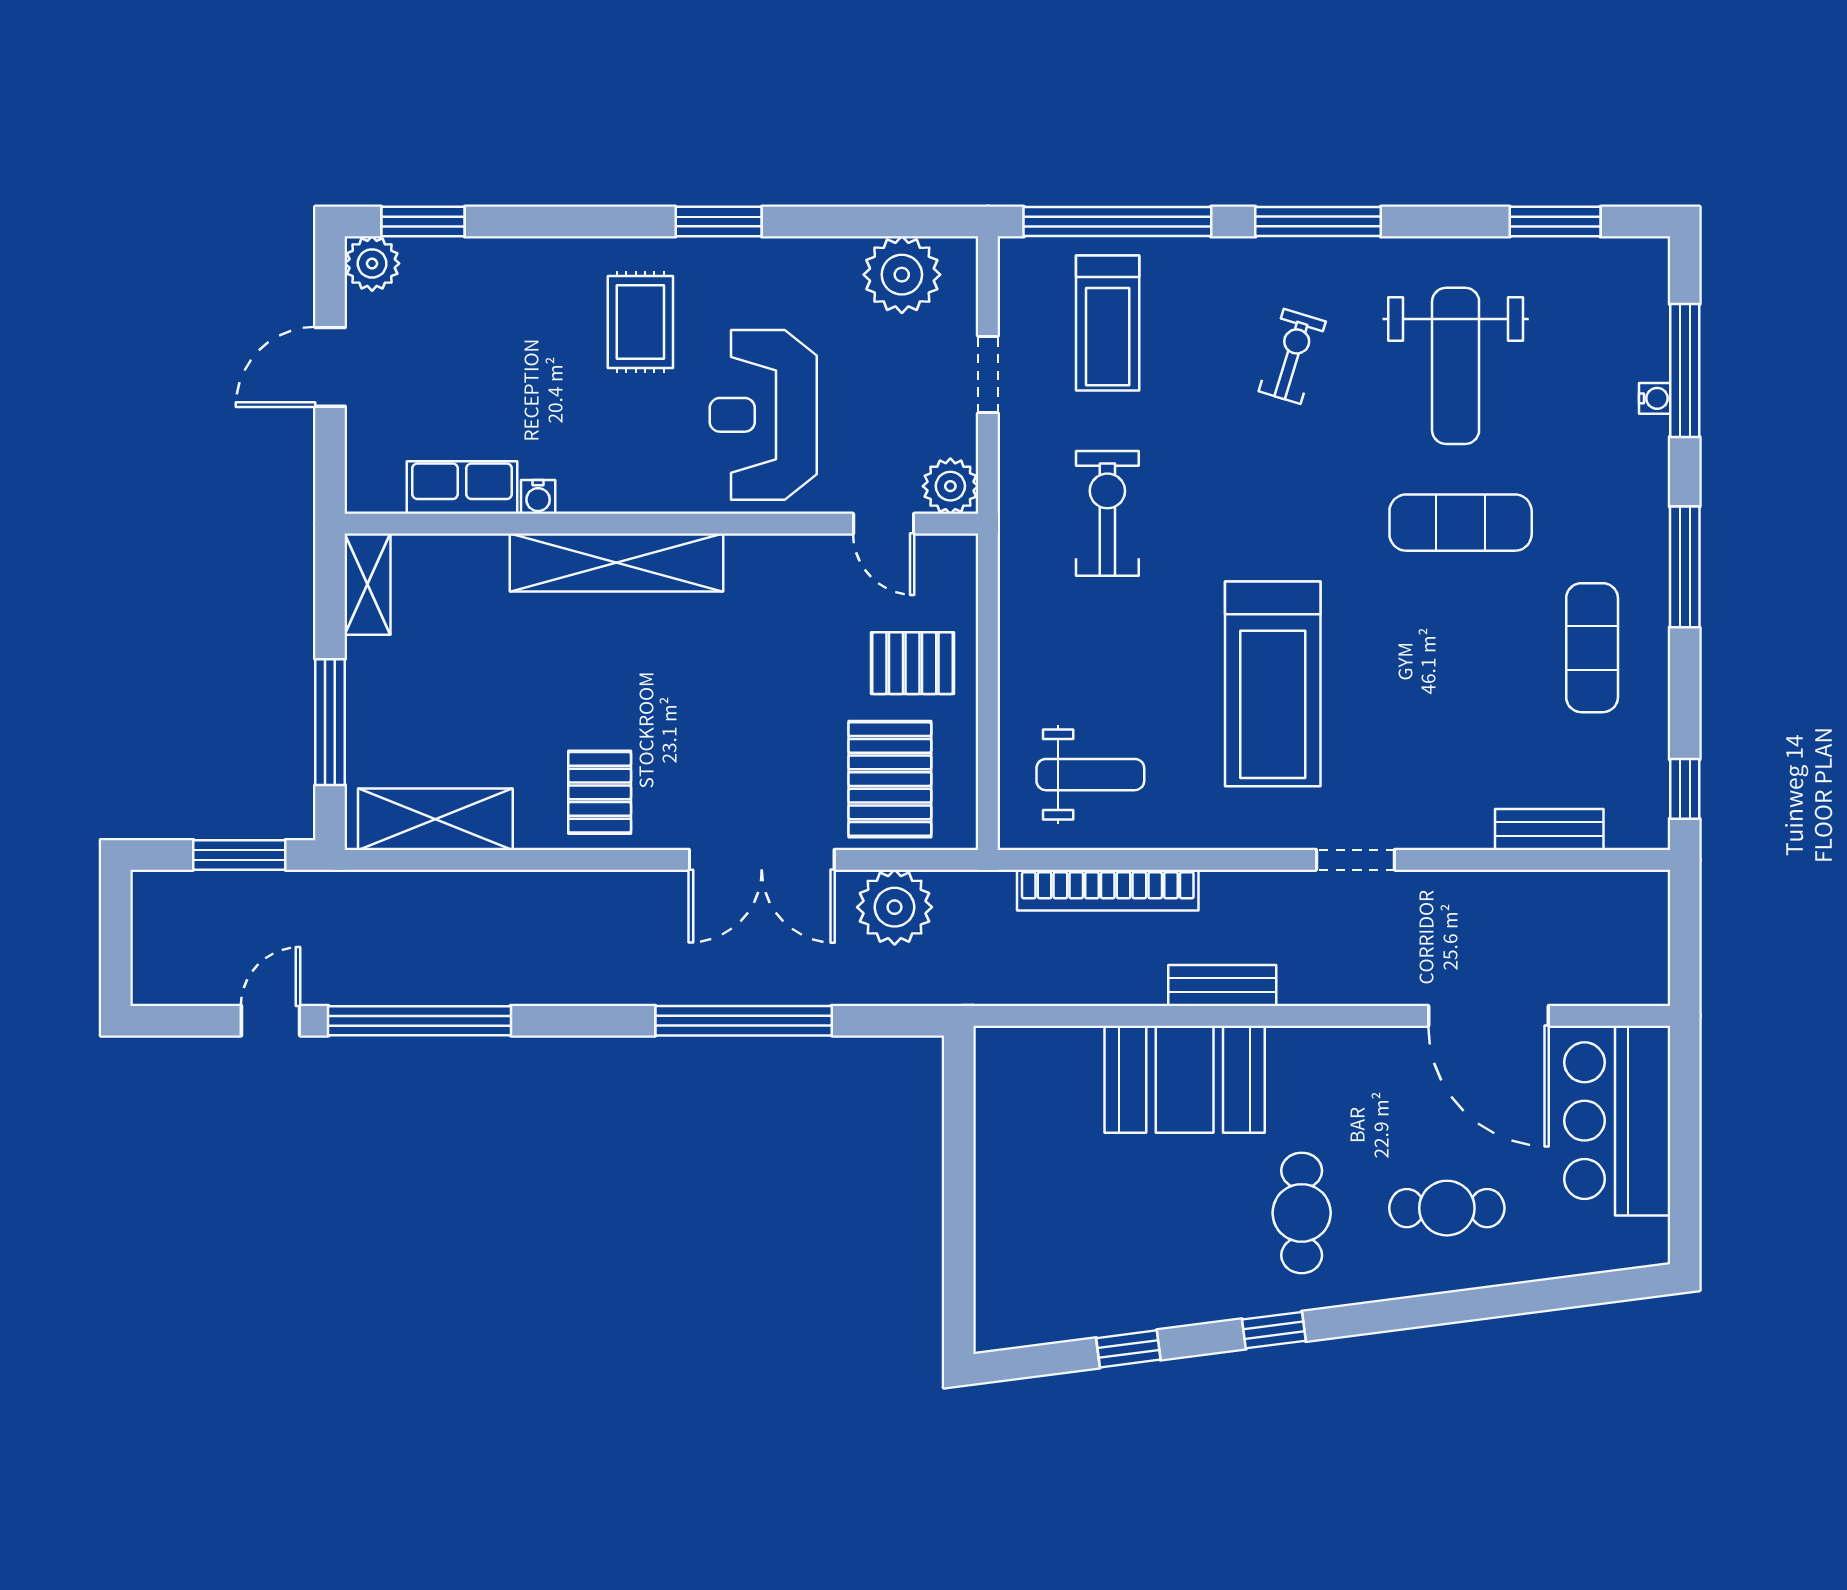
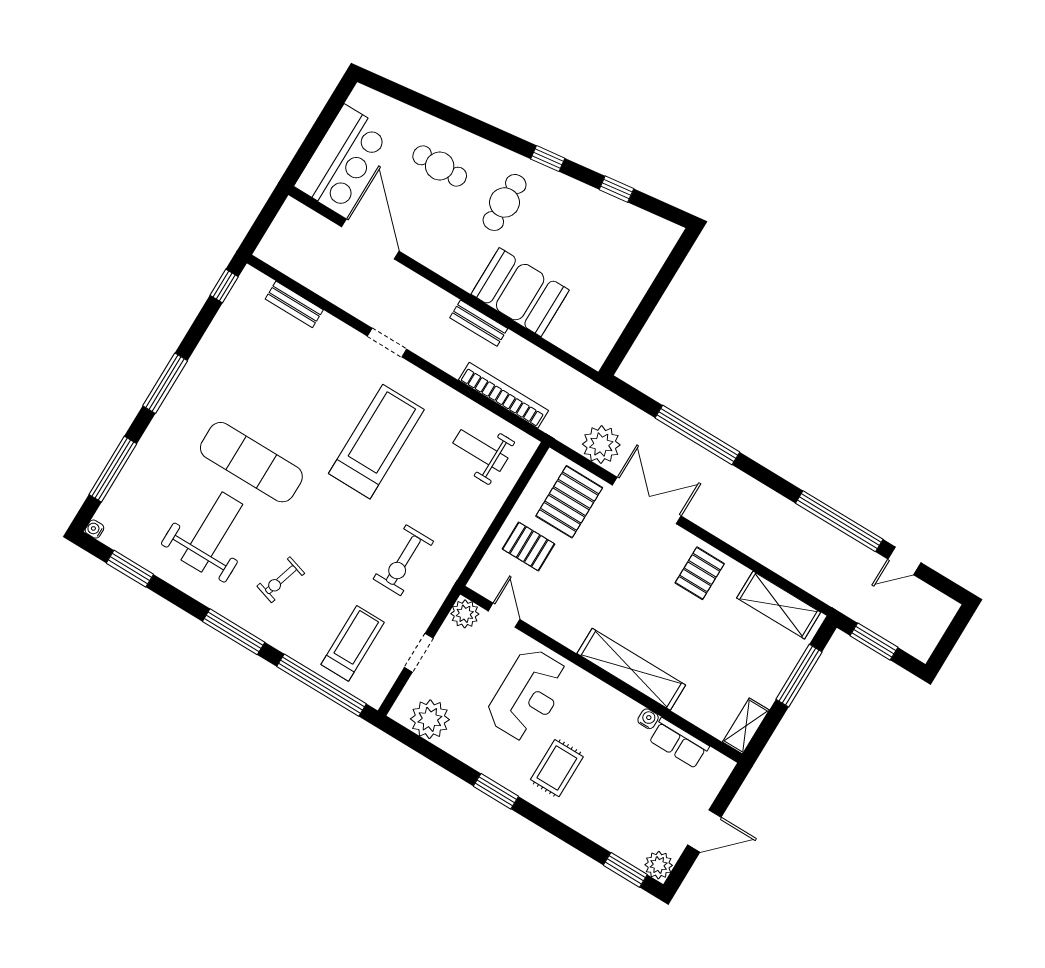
water cooler: (1655, 398) -> (94, 529), moved
exercise mat: (1461, 523) -> (251, 462), width x1.36, depth x1.45
exercise mat: (1592, 648) -> (227, 373), removed

